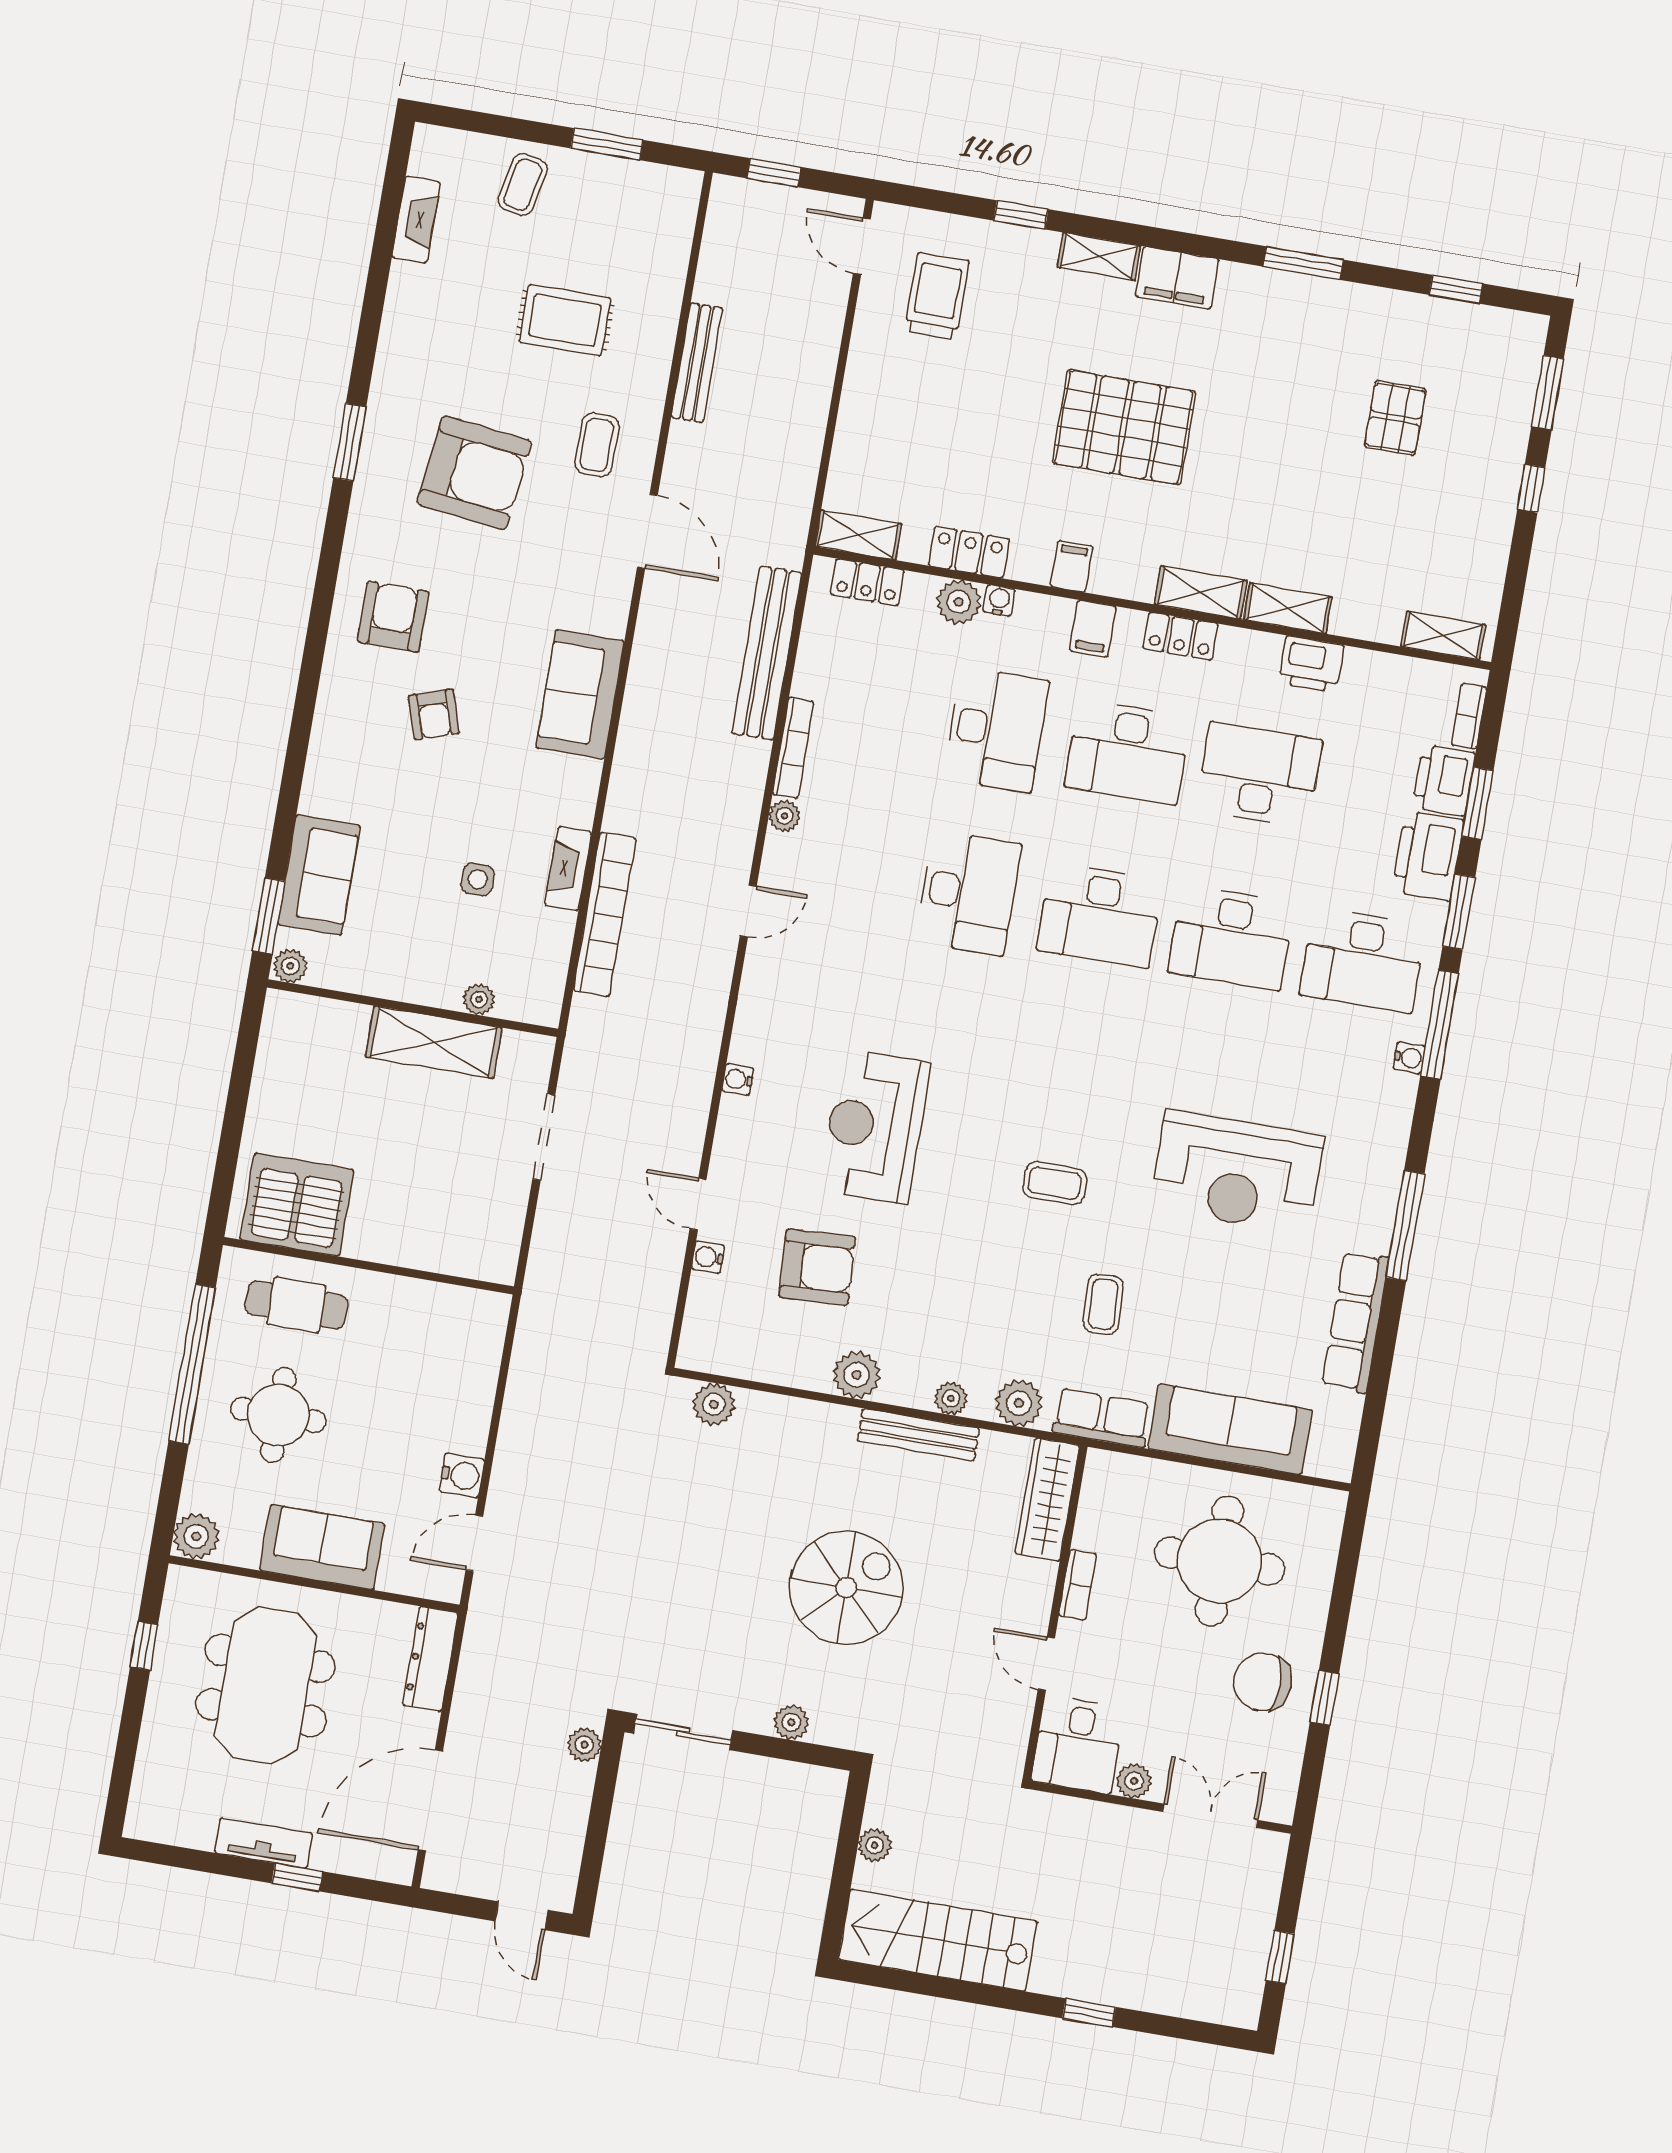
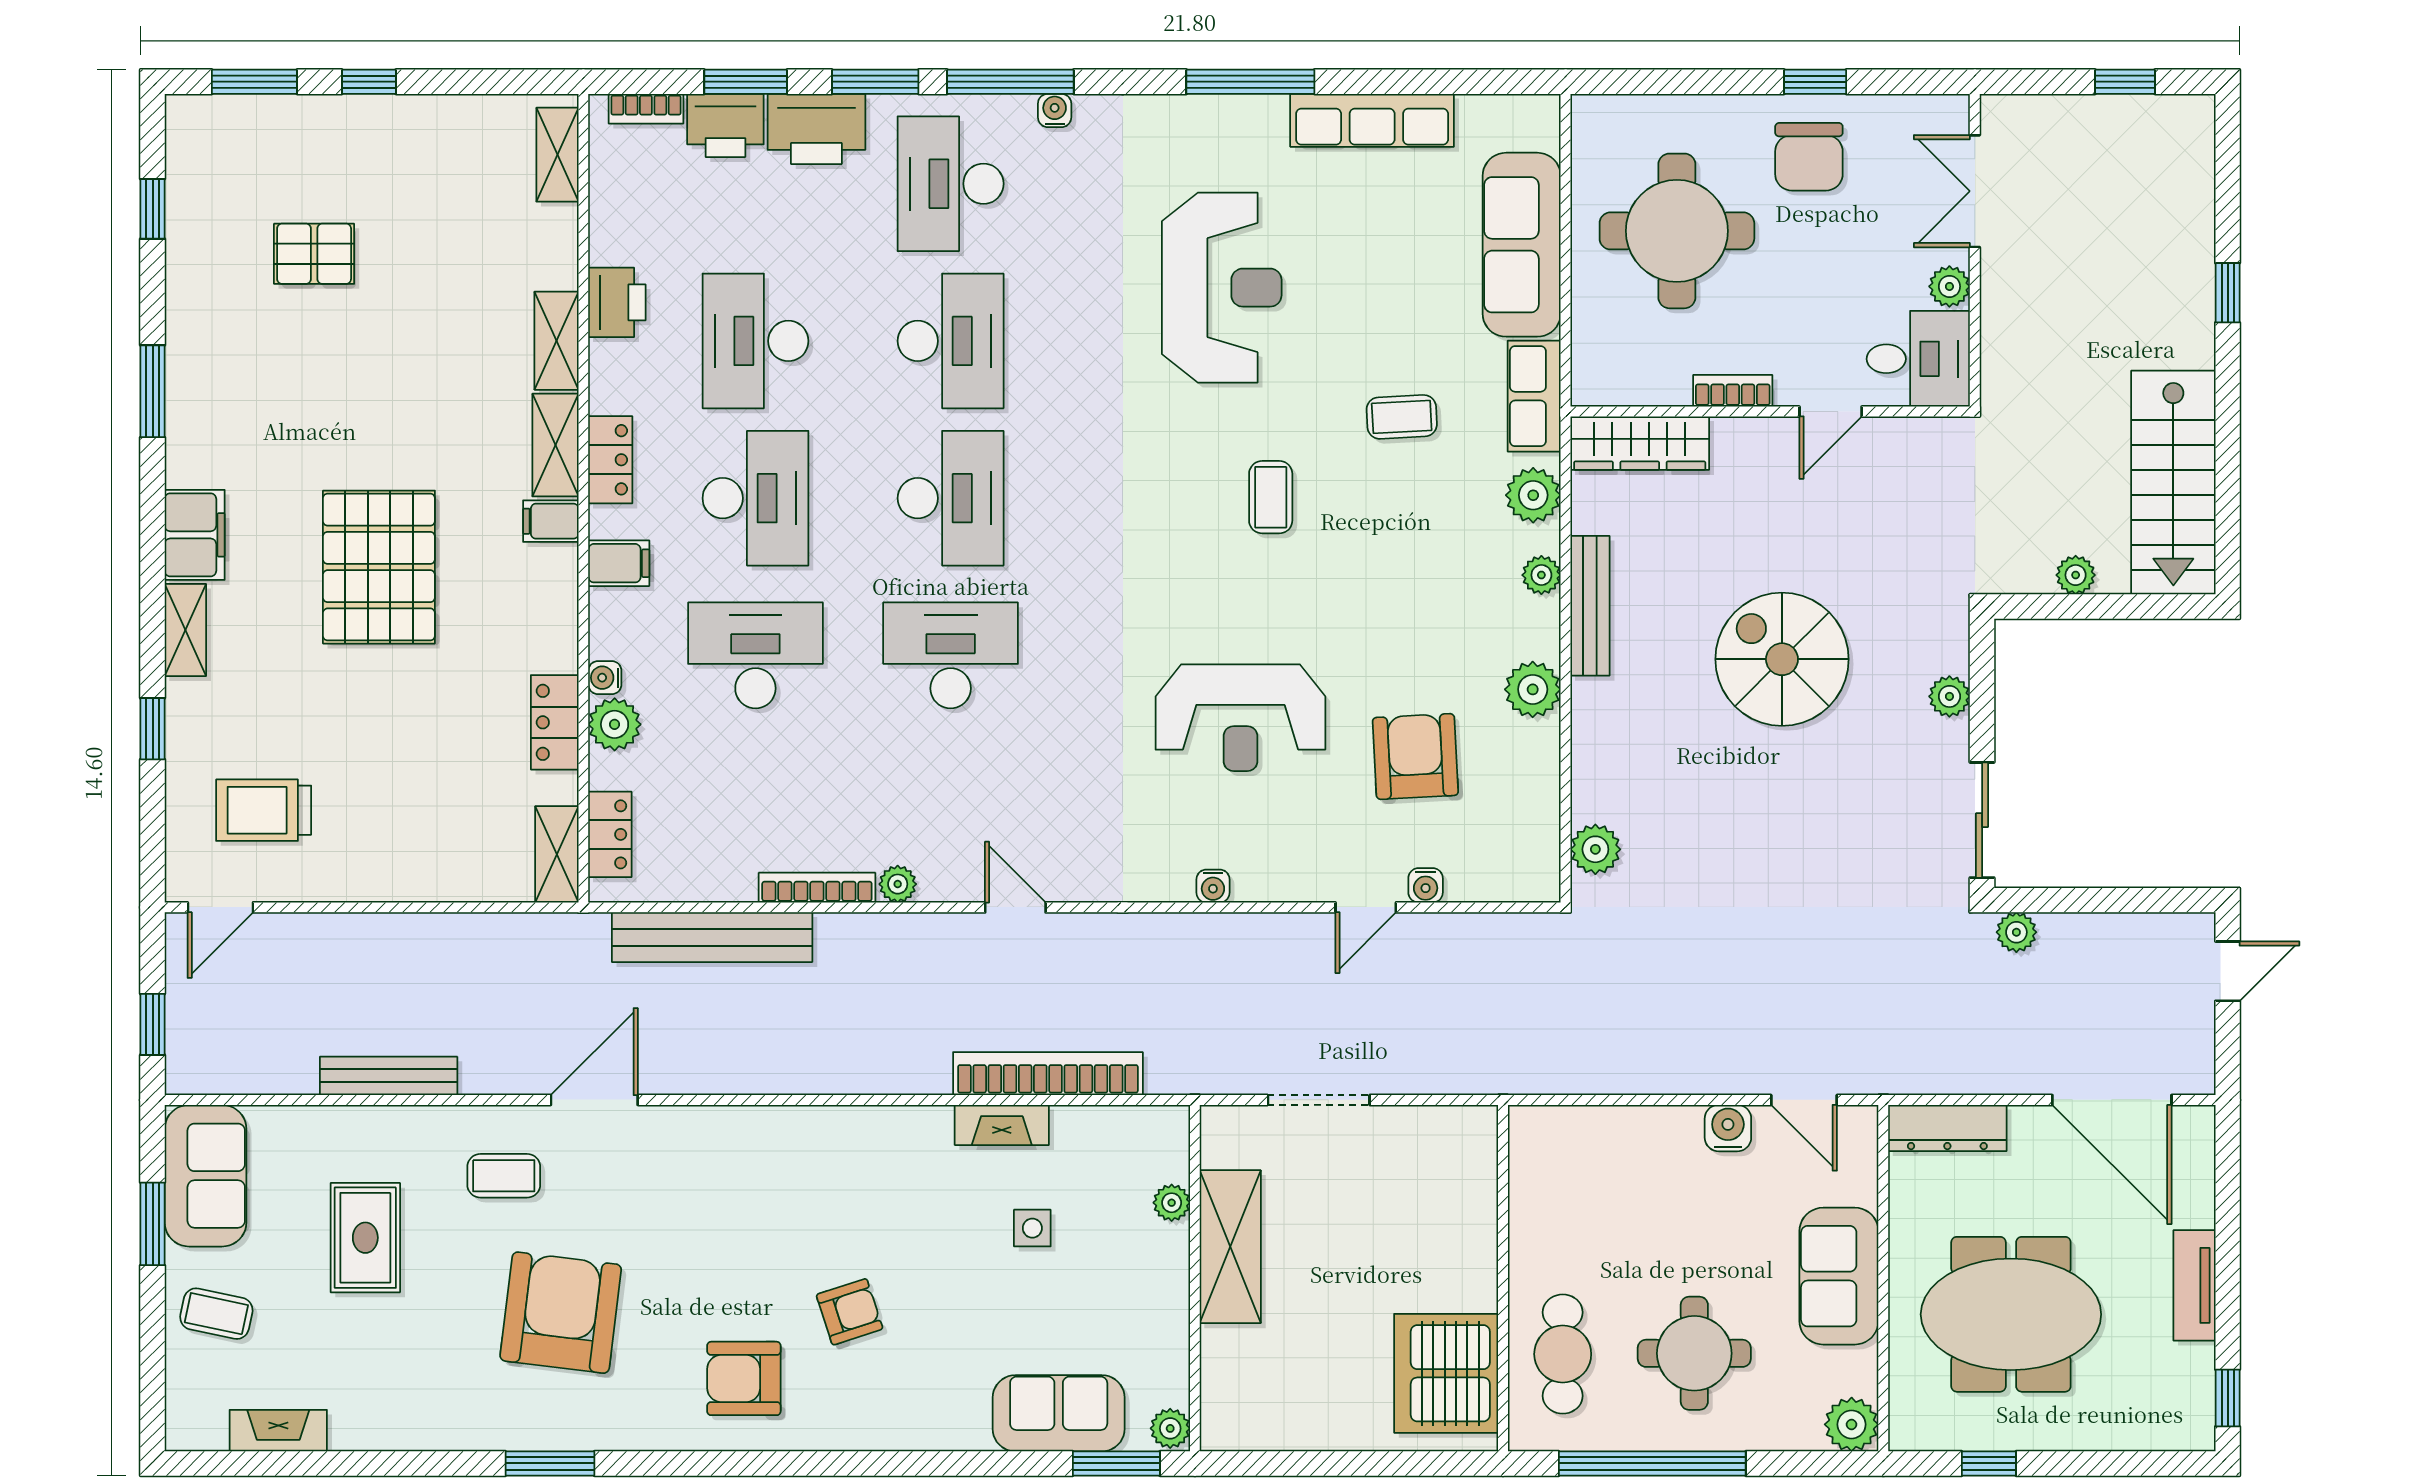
filing cabinet: (1072, 566) -> (551, 521), moved
sofa: (580, 694) -> (206, 1176), moved, turned -90
desk: (1363, 960) -> (951, 184), turned 180
window: (297, 1877) -> (2228, 1398), moved

